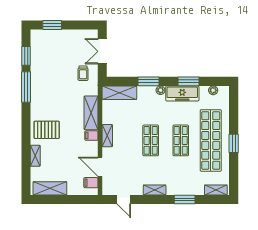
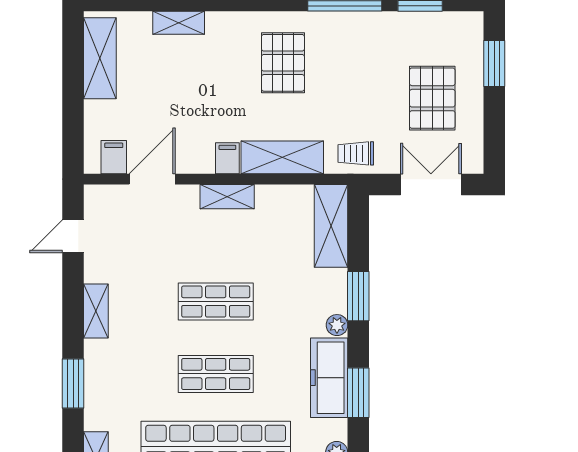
pallet: (66, 51) -> (432, 98), added
trolley: (83, 73) -> (356, 153), moved
pallet: (47, 130) -> (283, 63), moved

